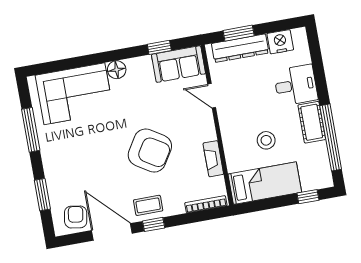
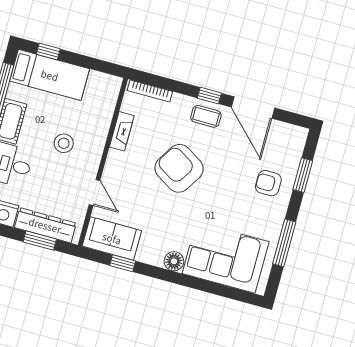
stool: (266, 140) -> (64, 143), moved
bed: (265, 183) -> (50, 75), moved, turned 180
armchair: (76, 217) -> (268, 183), moved, turned 81

